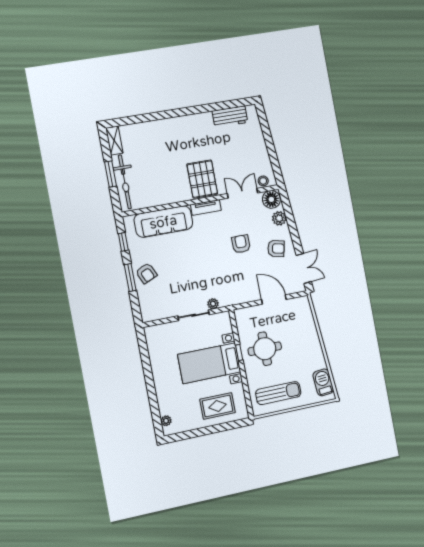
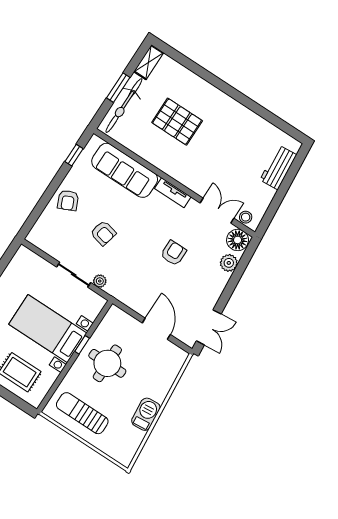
workbench: (230, 117) -> (278, 167), moved, turned 85
pallet: (202, 179) -> (177, 122), moved, turned 90
armchair: (276, 248) -> (103, 233), moved
window: (130, 277) -> (51, 191), removed
barbecue: (323, 382) -> (146, 414), moved
sun lounger: (278, 393) -> (82, 413), turned 180

